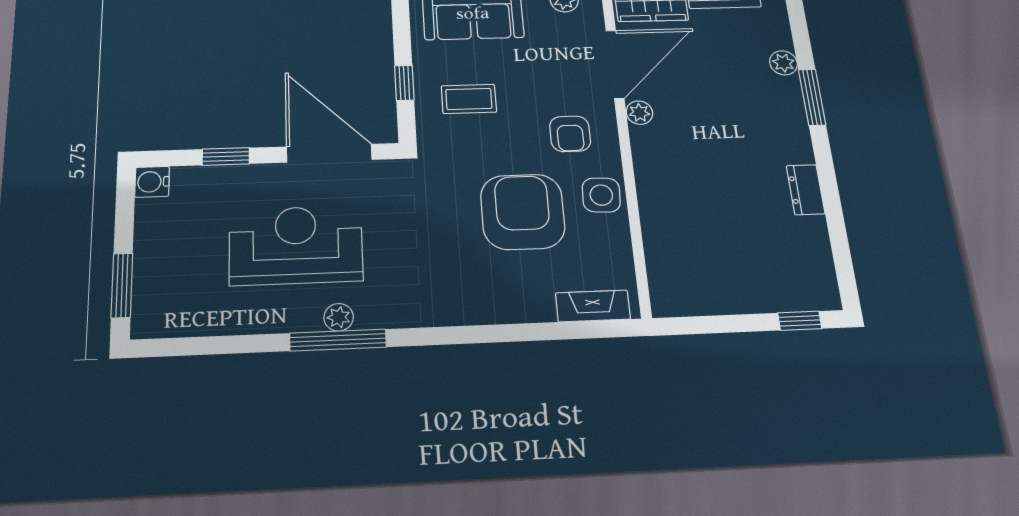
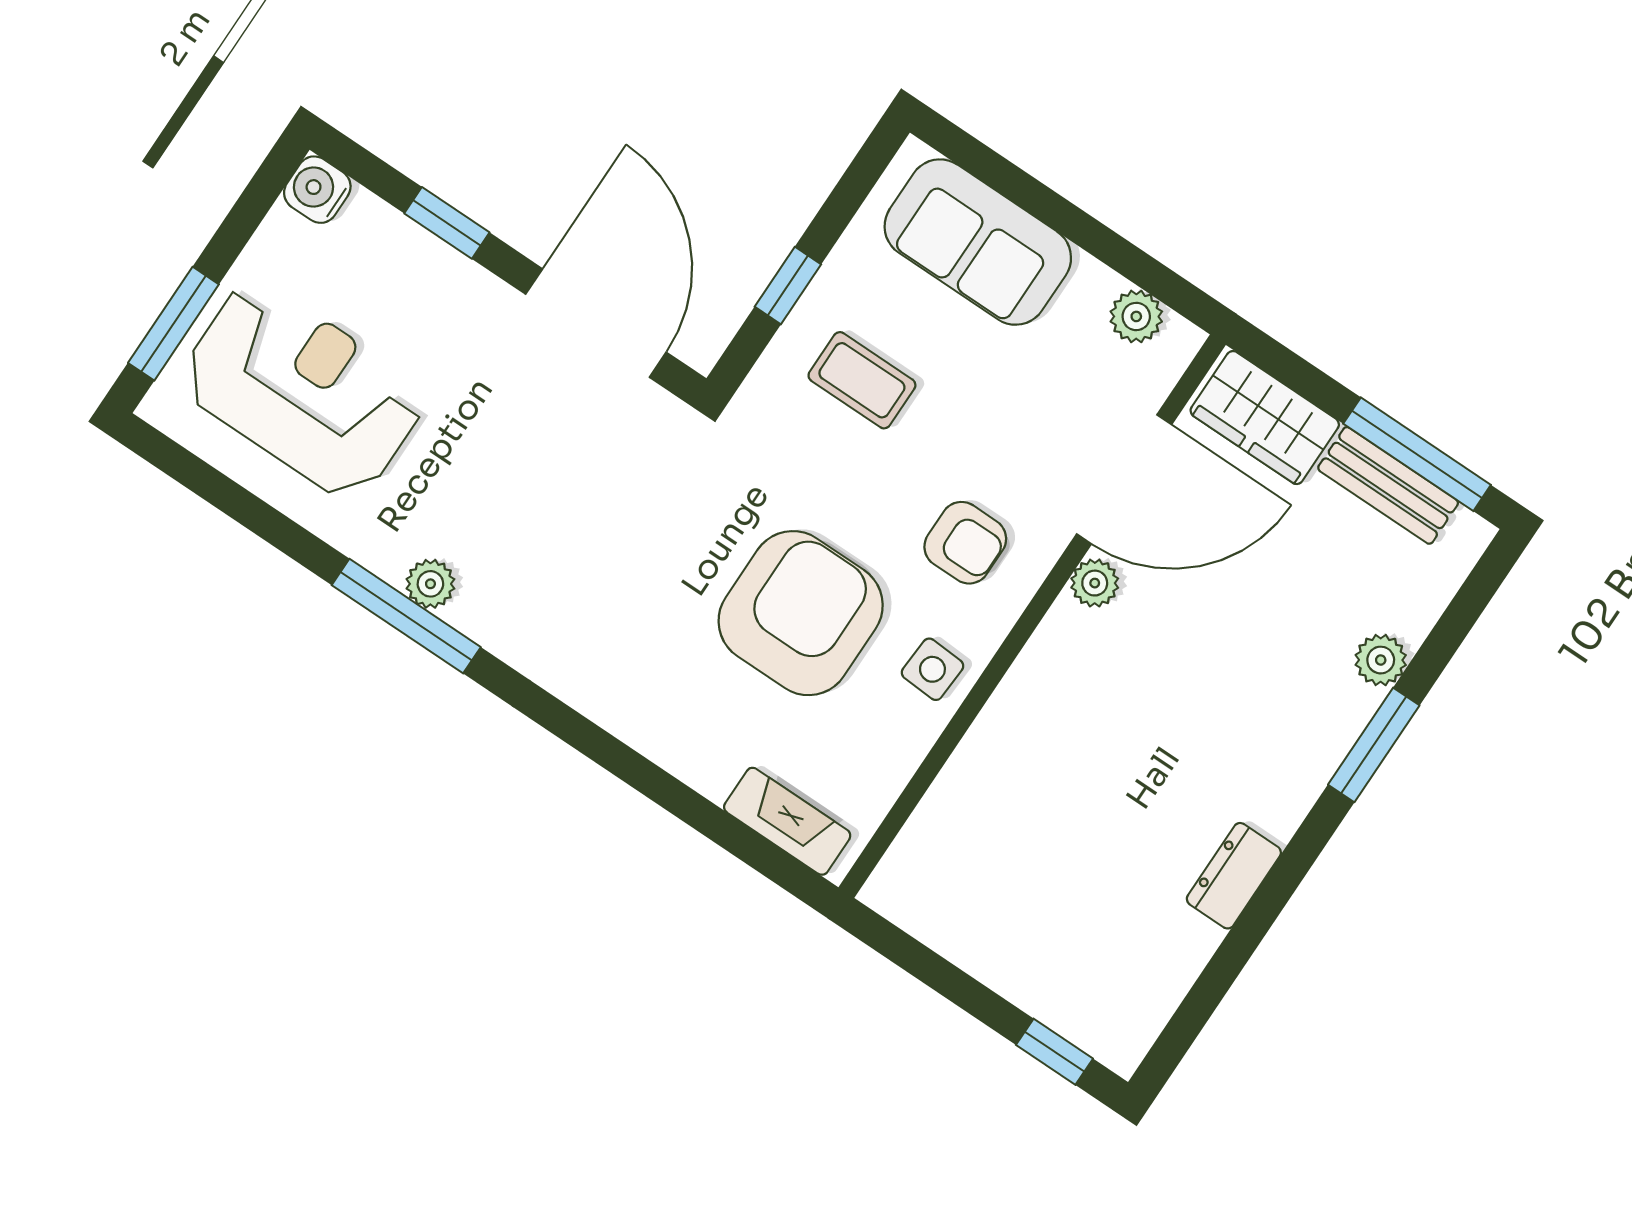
armchair: (570, 134) -> (965, 543), turned -90
side table: (601, 195) -> (932, 669), width x0.73, depth x0.73
reception desk: (296, 245) -> (302, 390), moved

